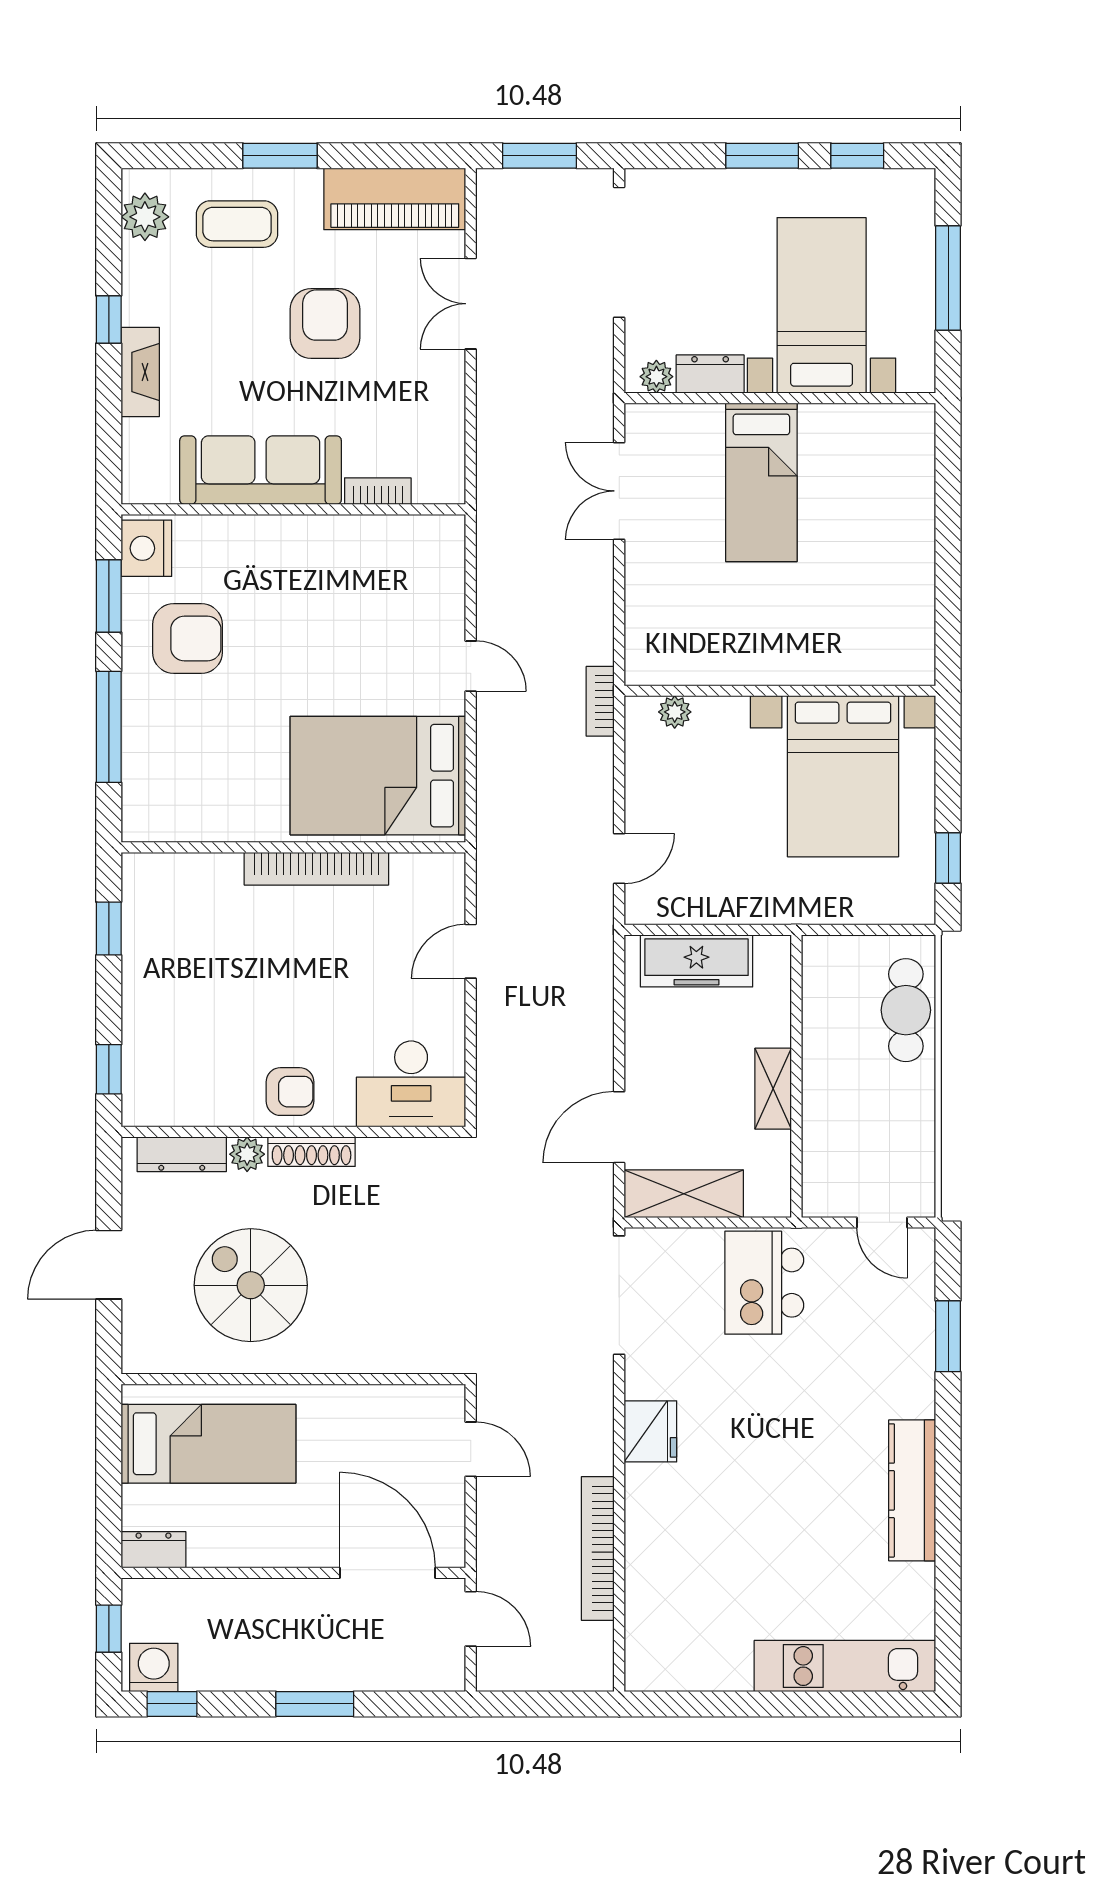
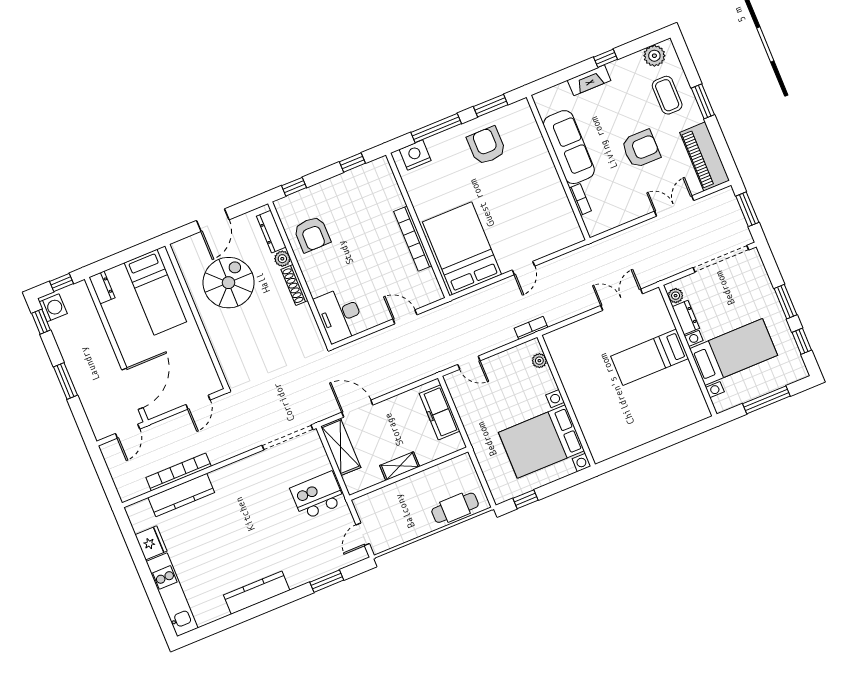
nightstand: (146, 548) -> (415, 155), moved
armchair: (187, 639) -> (486, 146), turned 180
armchair: (290, 1092) -> (312, 234), moved, width x1.38, depth x1.38
door: (109, 1265) -> (213, 220), swing flipped
fridge: (650, 1431) -> (151, 543), moved, turned -90
kitchen counter: (648, 1562) -> (181, 495), added

